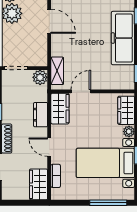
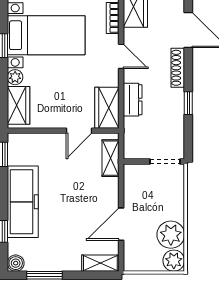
door: (49, 21) -> (121, 224), hinge flipped
plant: (40, 77) -> (133, 149), removed

